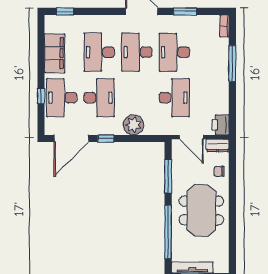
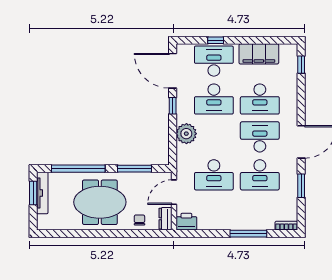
desk: (99, 52) -> (260, 99), turned 180
desk: (174, 52) -> (260, 175), turned 180

